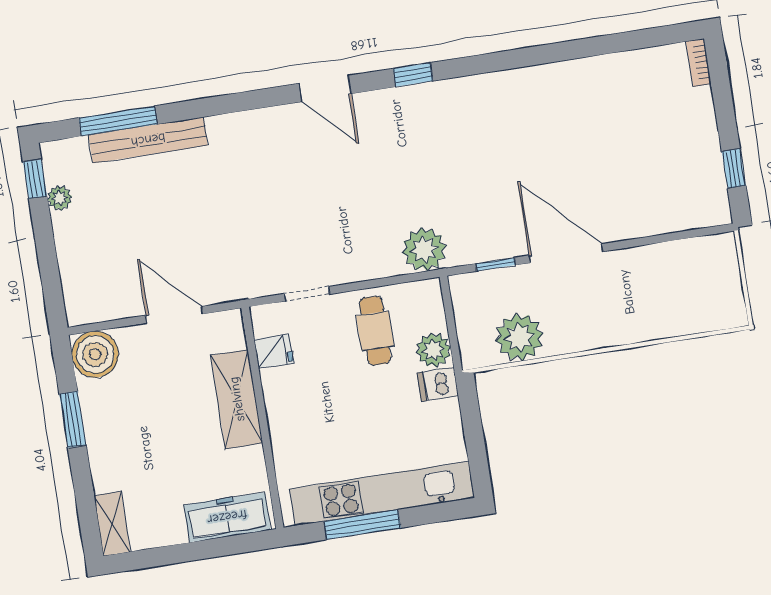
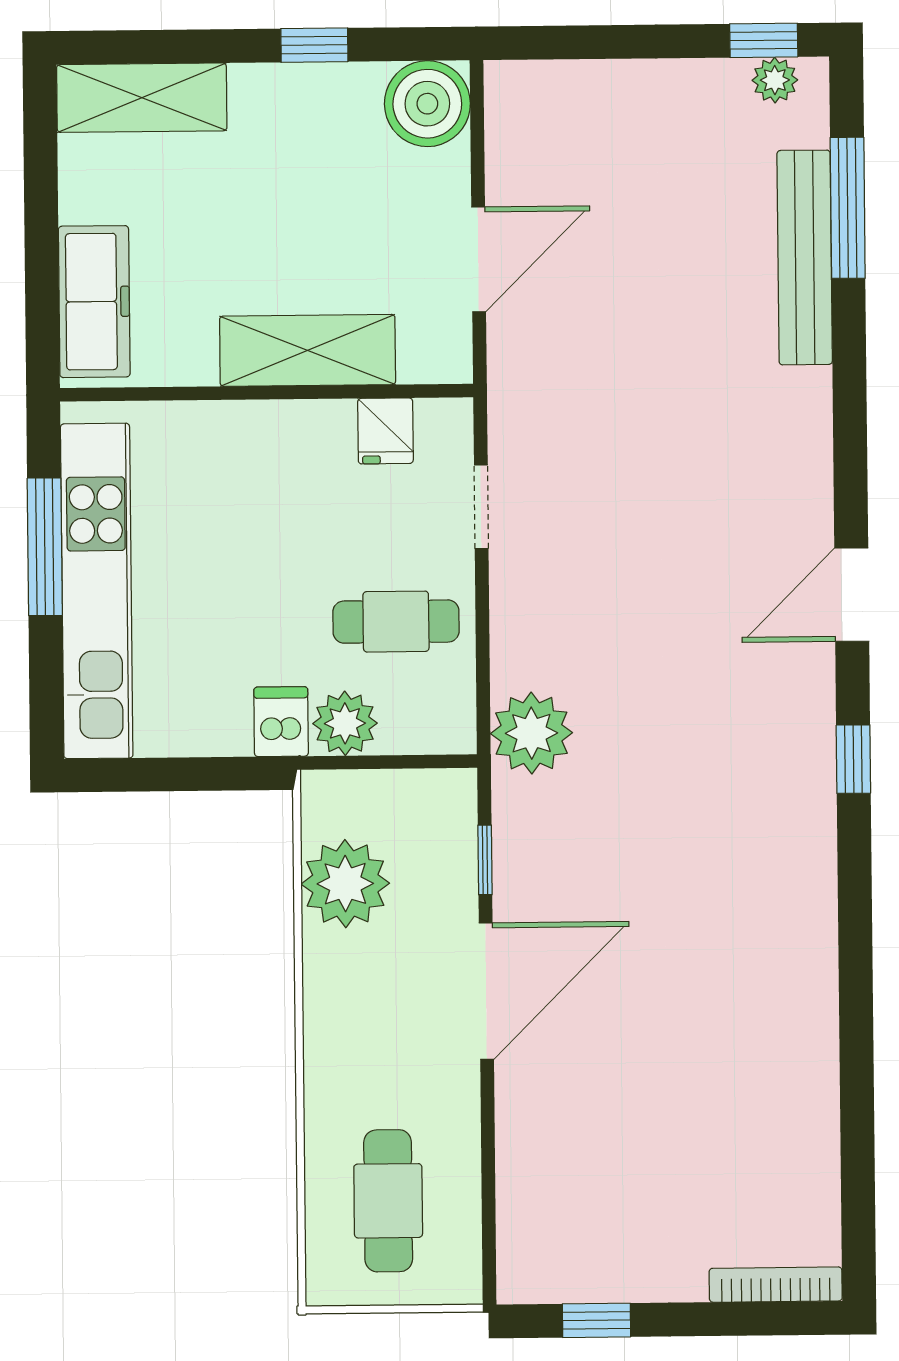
bookcase: (699, 63) -> (776, 1285), width x1.56
plant: (60, 198) -> (775, 80), moved
cafe table: (686, 290) -> (388, 1201), added
window: (73, 419) -> (314, 45), width x0.67
shelving: (112, 524) -> (142, 98), width x1.50, depth x1.33

